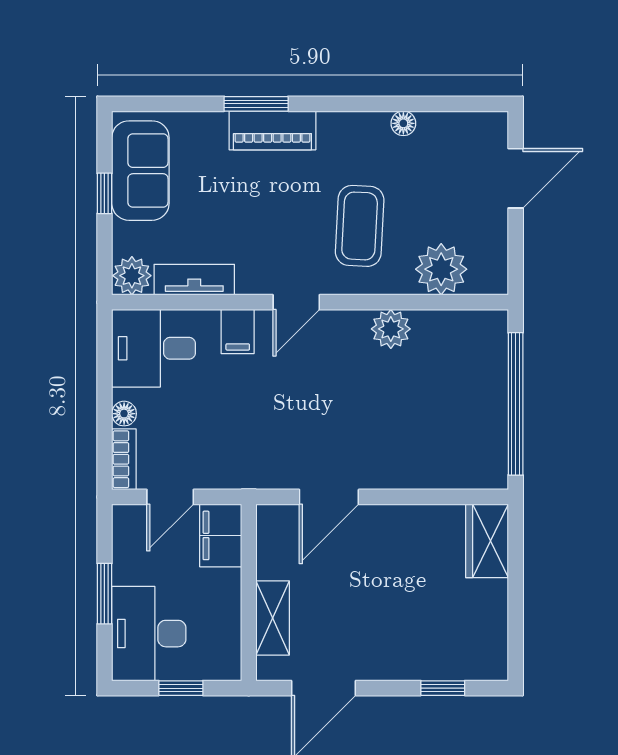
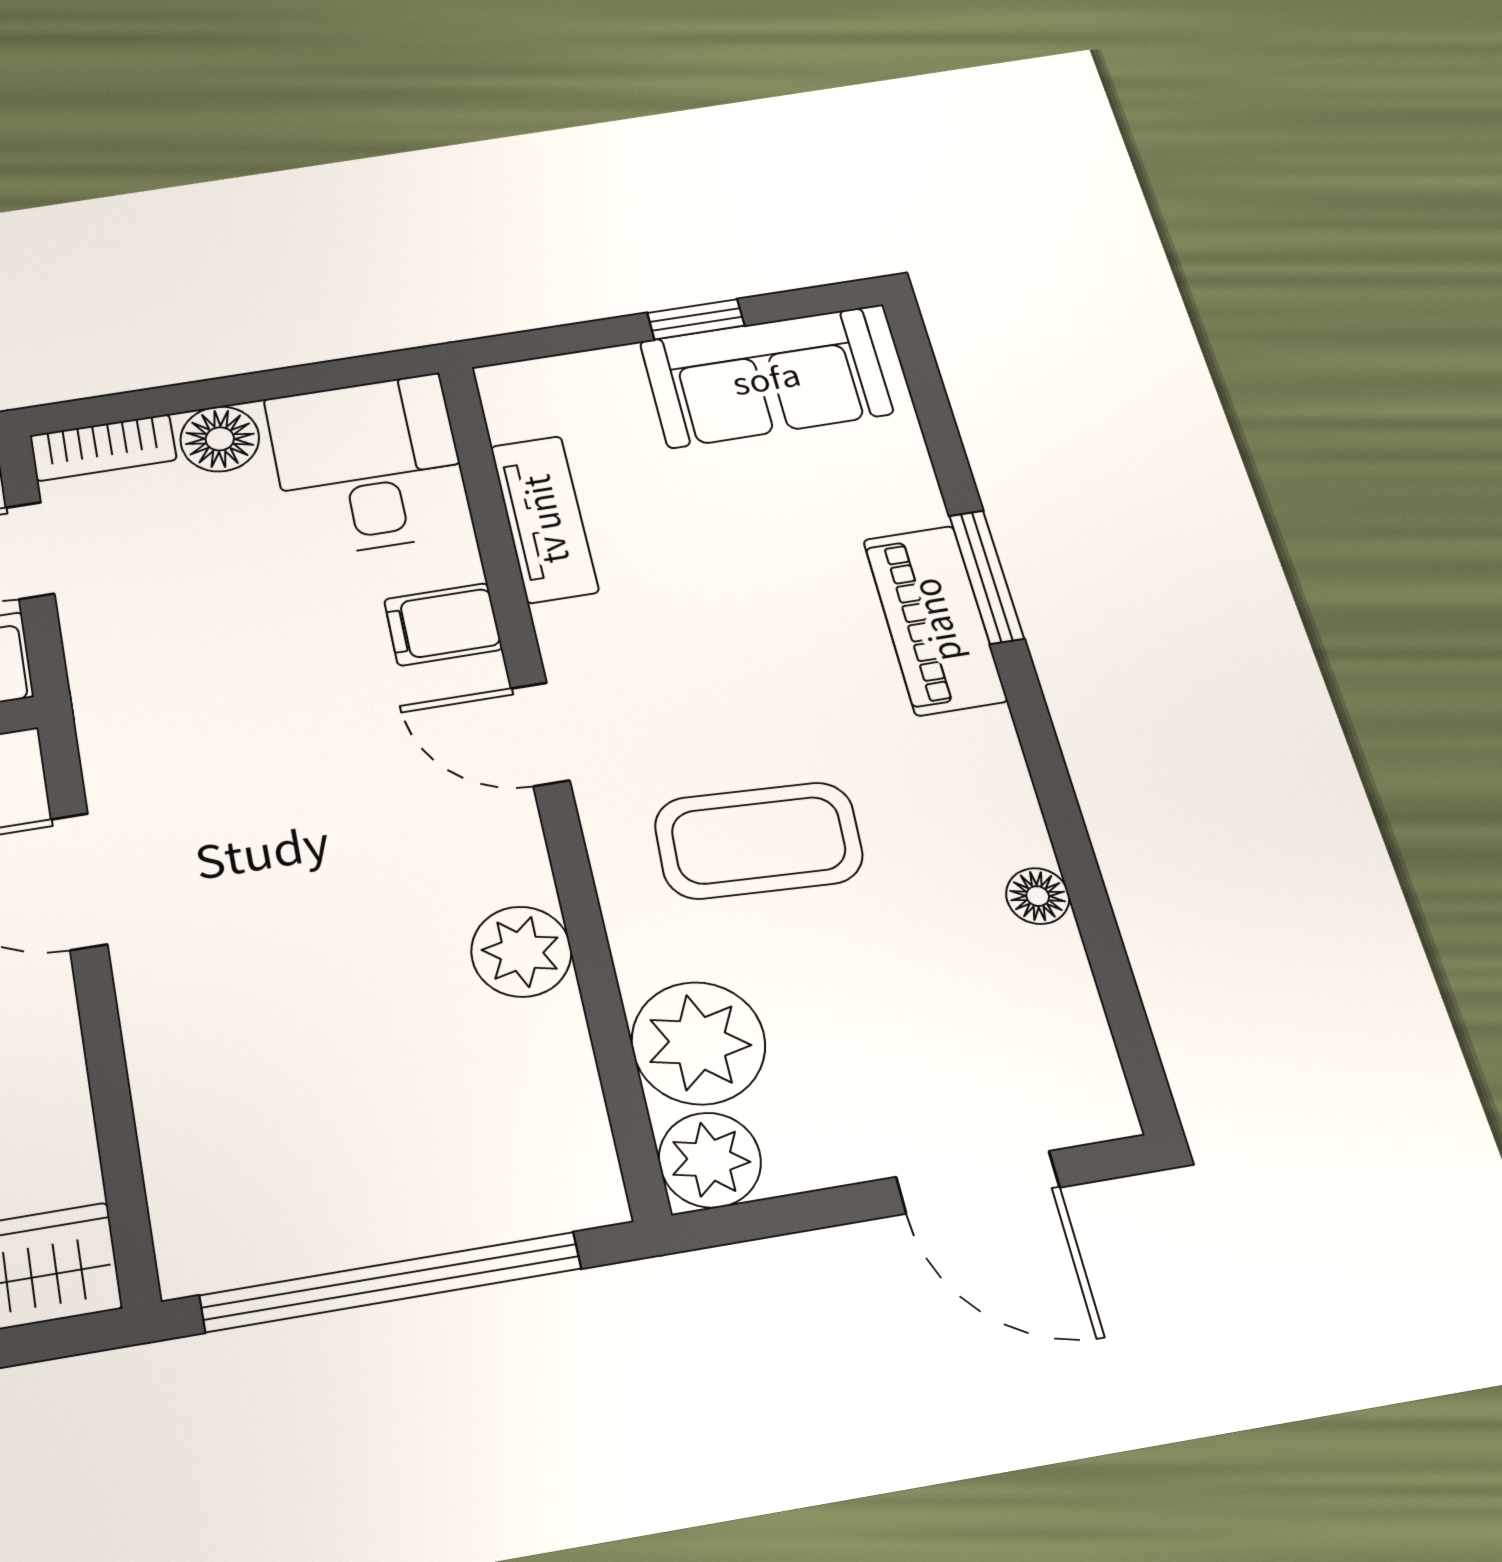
plant: (132, 276) -> (710, 1160), moved
floor lamp: (124, 414) -> (220, 439), width x1.37, depth x1.37

